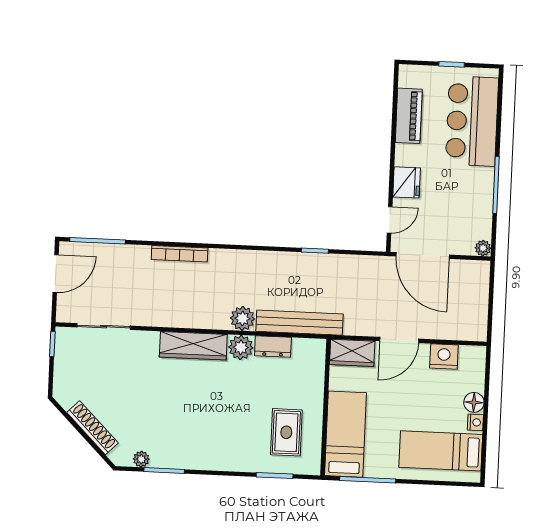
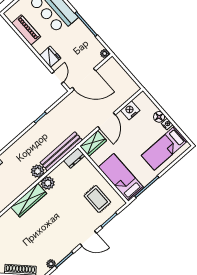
dresser: (273, 347) -> (74, 158), moved
door: (223, 473) -> (88, 238), added

